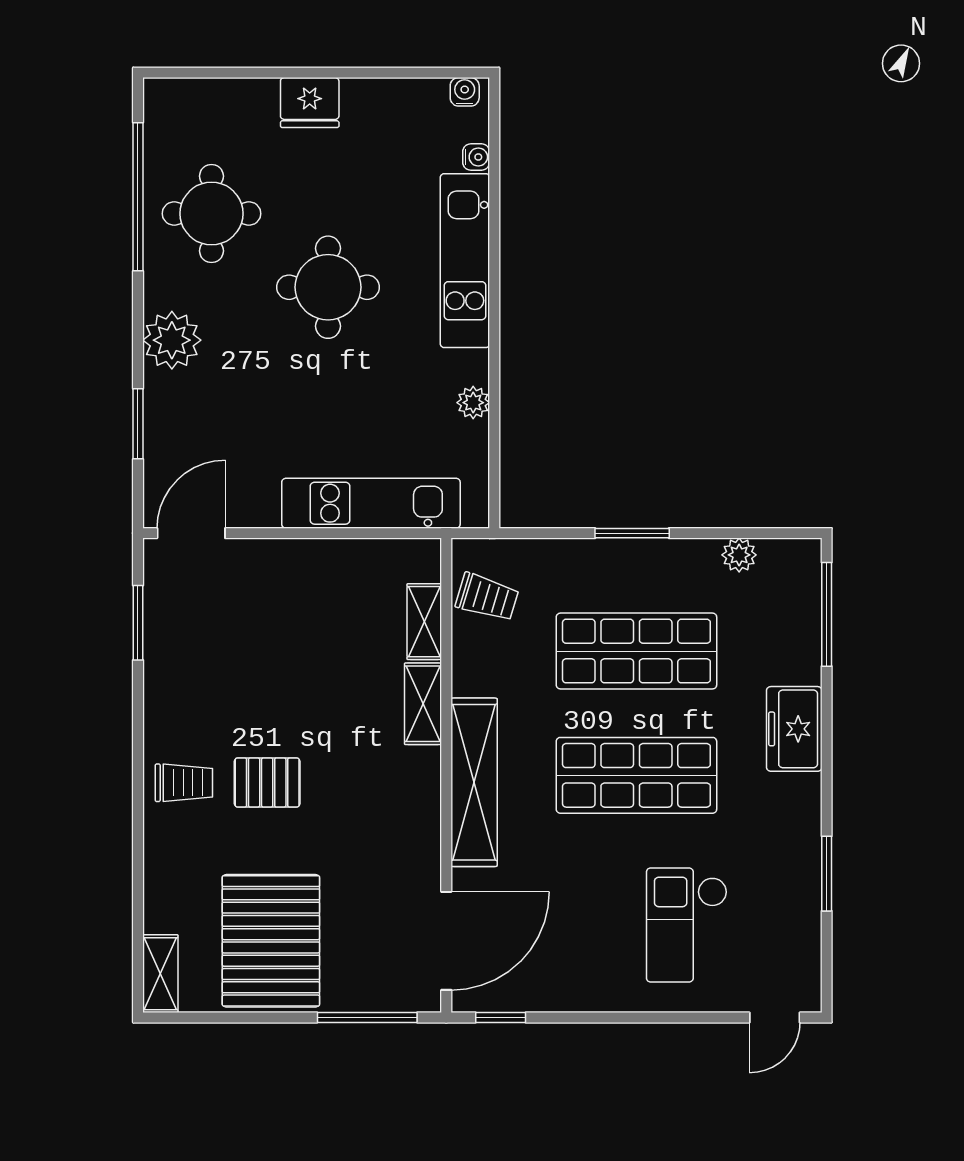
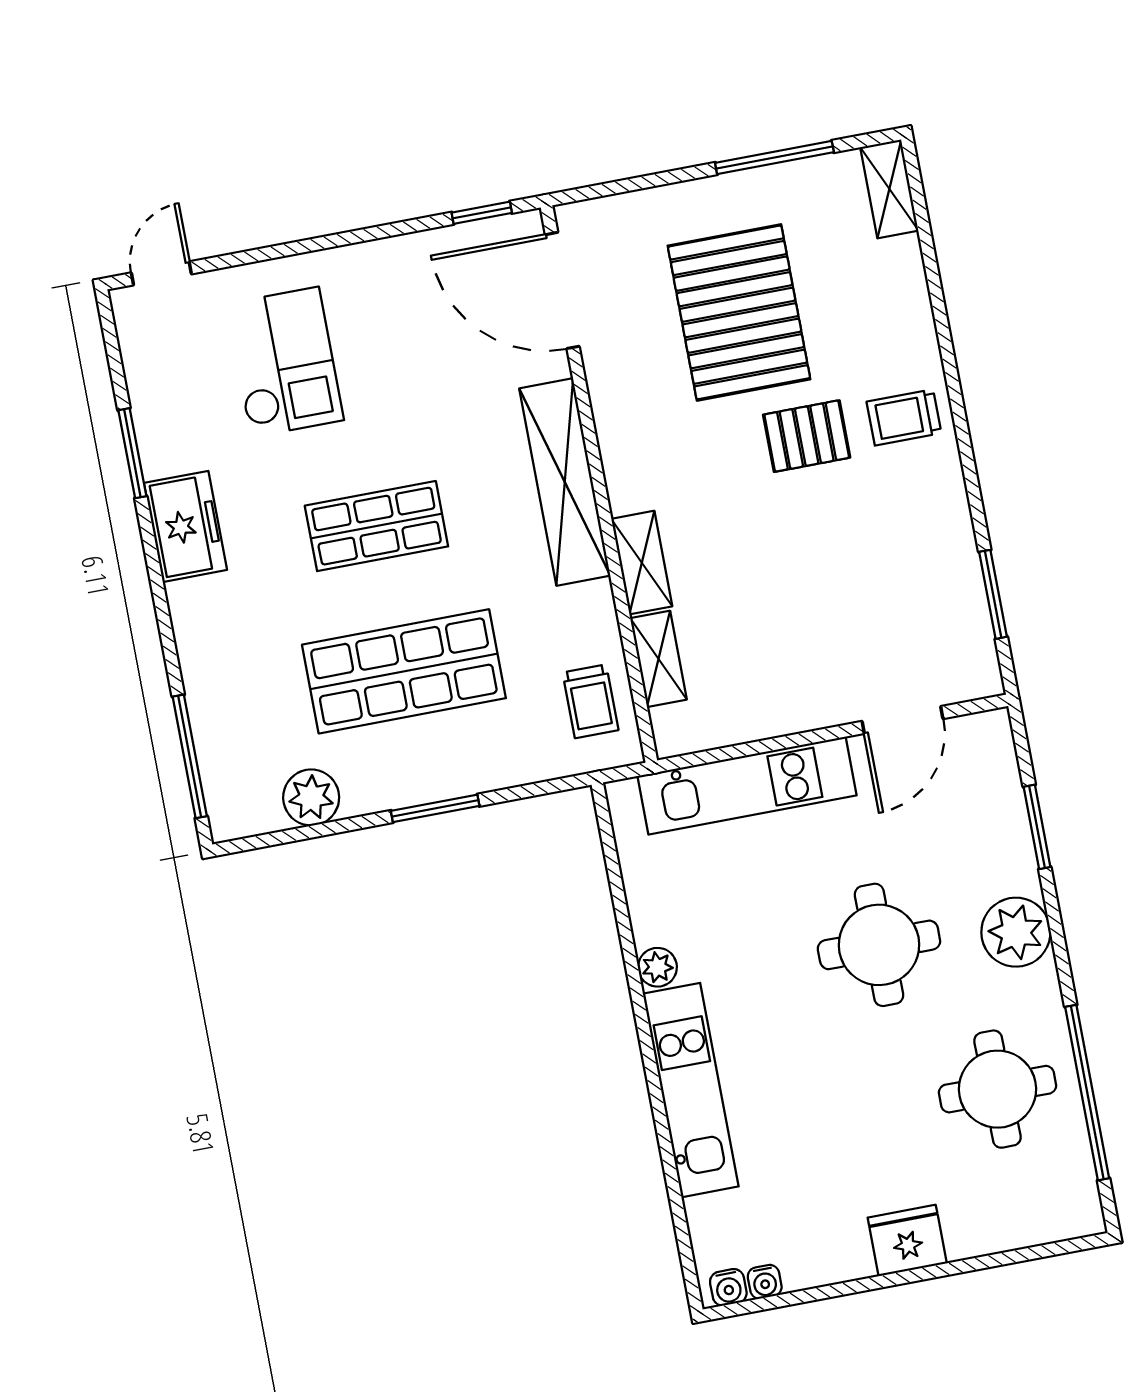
water cooler: (476, 157) -> (765, 1282), moved, turned -90
round table: (328, 287) -> (879, 945), moved
plant: (473, 403) -> (657, 967), moved
door: (191, 533) -> (903, 720), moved
plant: (739, 555) -> (311, 797), width x1.38, depth x1.38
trolley: (487, 597) -> (590, 701), turned -107
freezer: (794, 729) -> (185, 526), moved
shop shelf: (636, 775) -> (376, 526), width x0.70, depth x0.74
pallet: (271, 941) -> (739, 312), moved
door: (446, 941) -> (562, 290), hinge flipped
window: (367, 1018) -> (774, 158), moved

